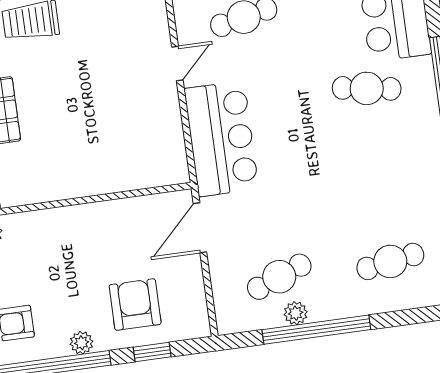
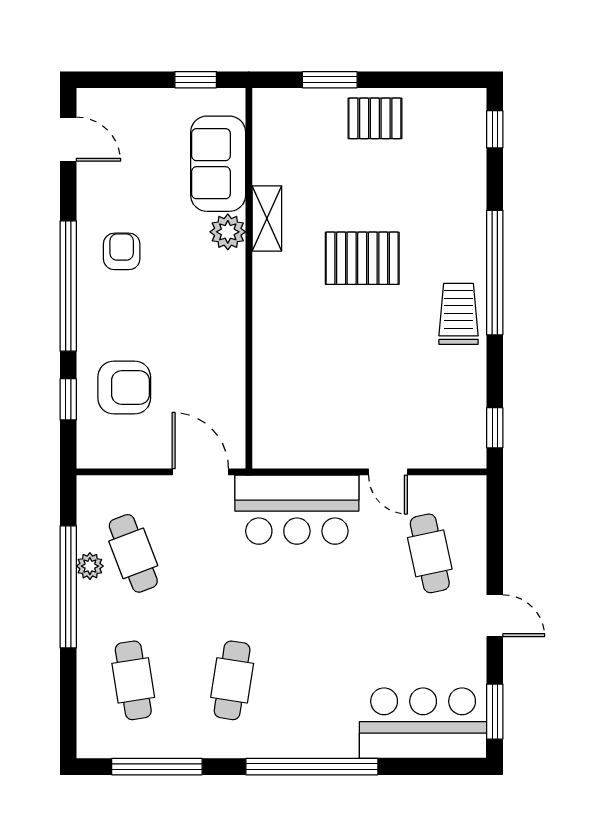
cafe table: (367, 88) -> (232, 680), moved
plant: (82, 343) -> (90, 322), removed

